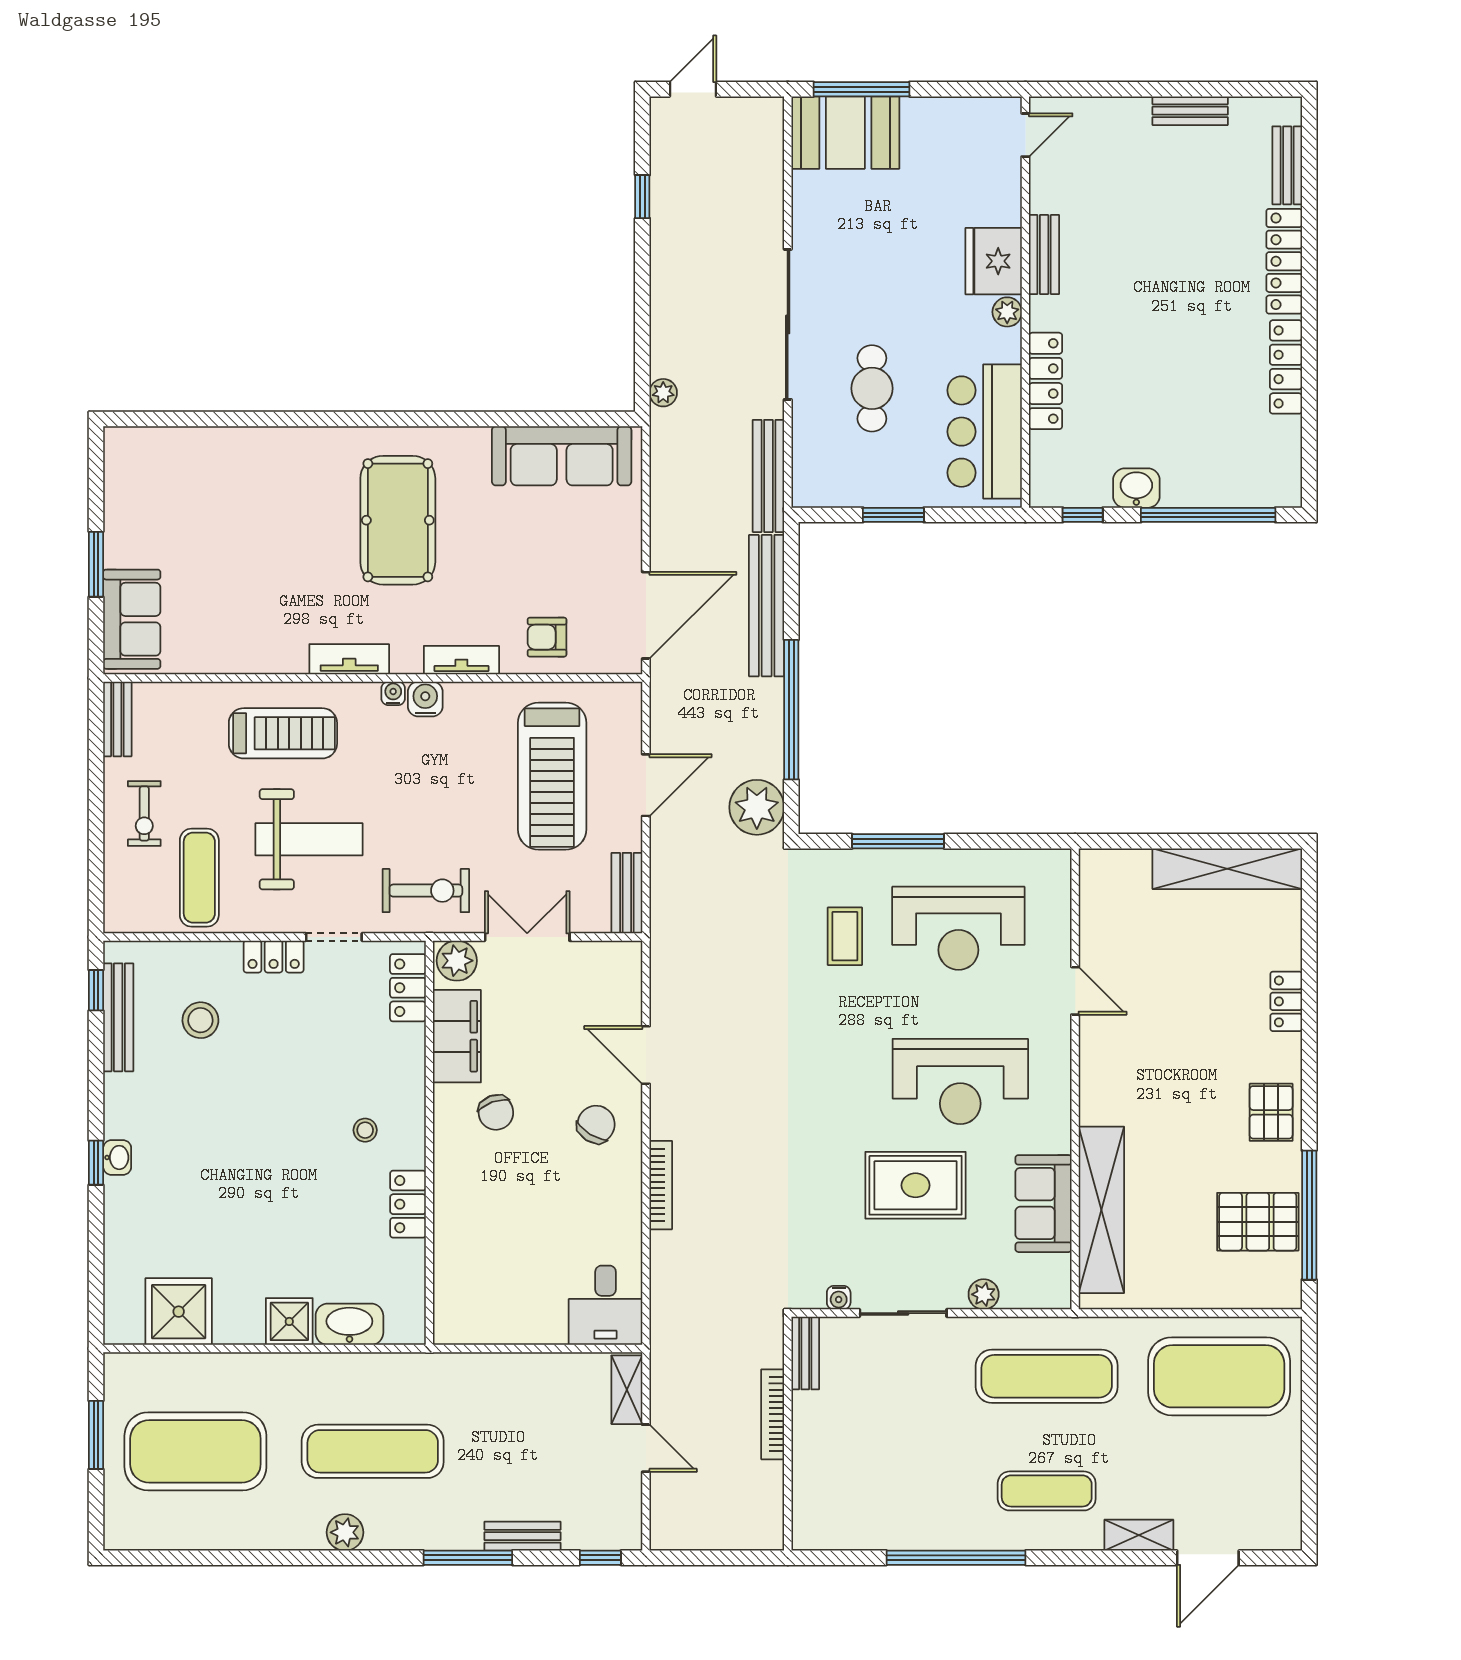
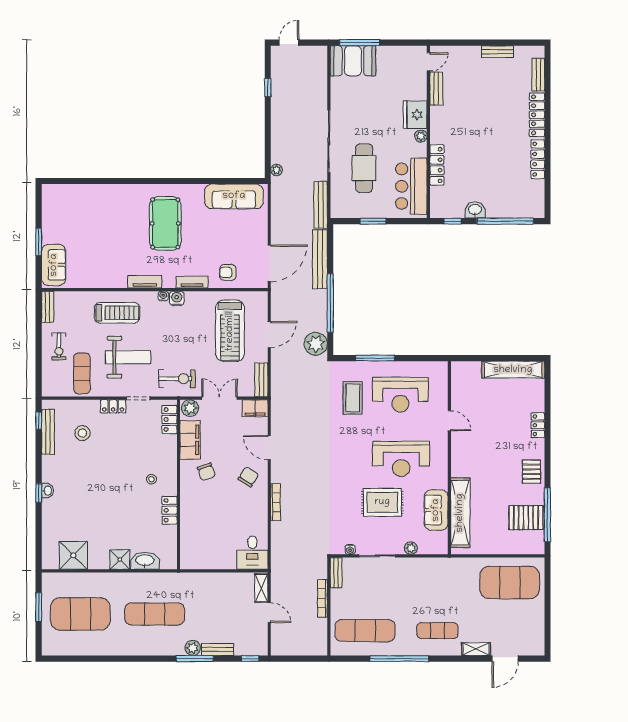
bench: (1044, 254) -> (436, 89), moved
cafe table: (872, 388) -> (364, 168), width x1.37, depth x1.35
coffee table: (845, 936) -> (353, 398), width x1.36, depth x1.30
filing cabinet: (612, 961) -> (255, 408), added
exercise mat: (1047, 1376) -> (365, 631), moved
plant: (345, 1532) -> (193, 648), moved

